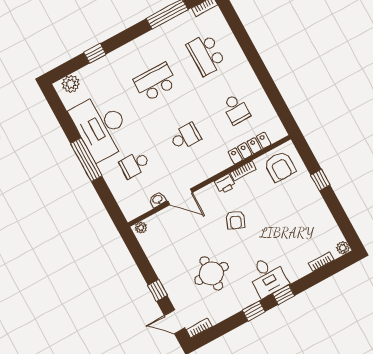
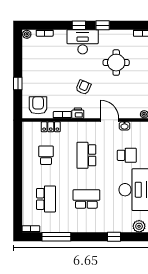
school desk: (155, 82) -> (86, 199), turned 180
school desk: (185, 137) -> (86, 155), width x1.85
locker: (249, 148) -> (51, 127), width x0.66
desk: (268, 276) -> (83, 42), width x1.37

